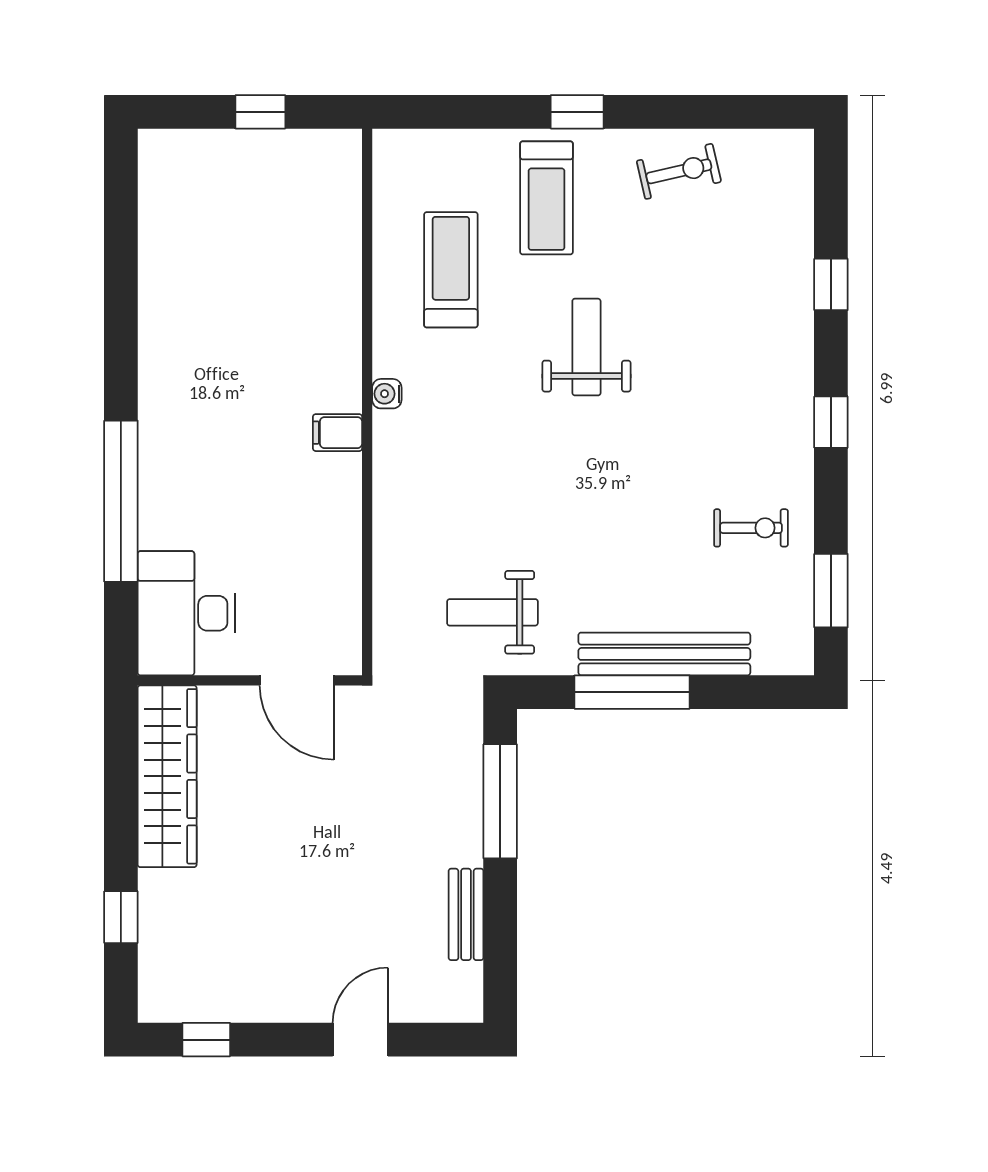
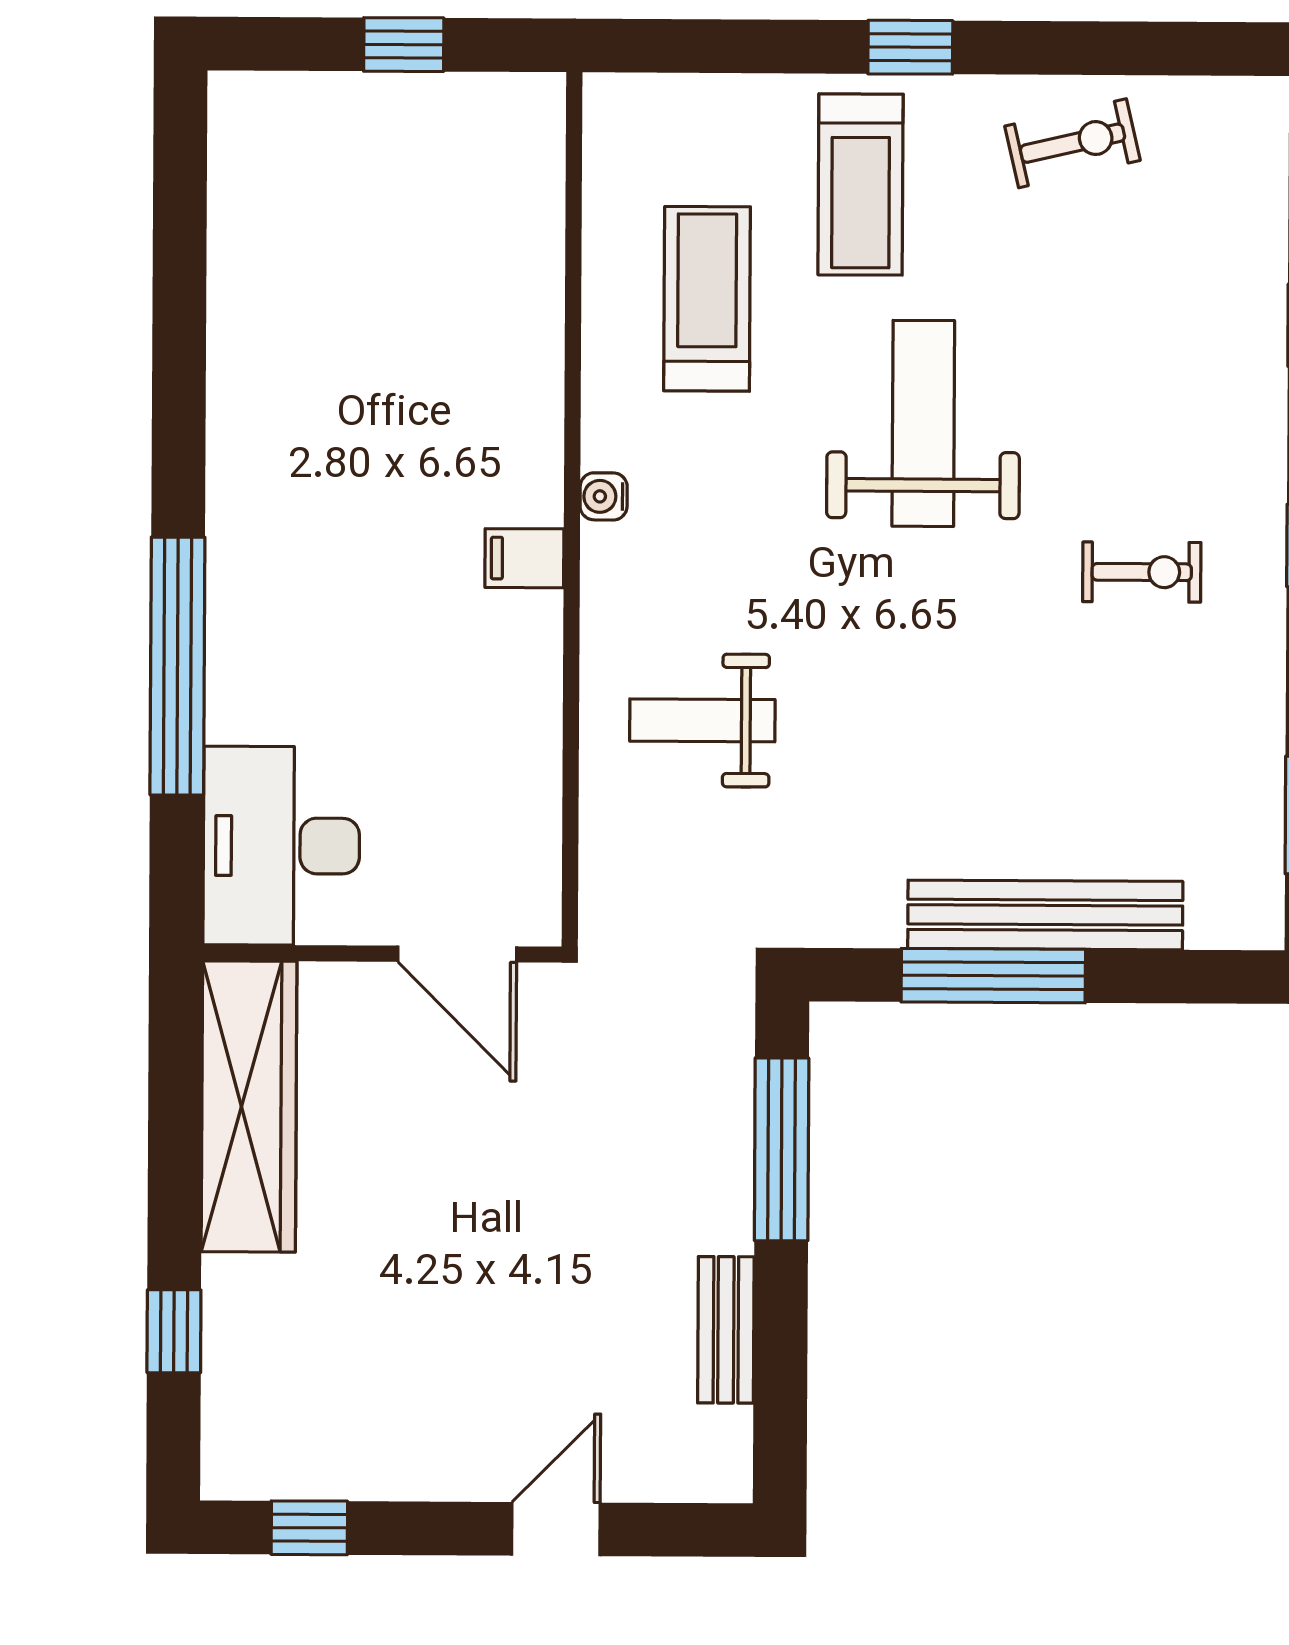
weight bench: (586, 347) -> (923, 423), width x1.36, depth x1.33
exercise bike: (751, 528) -> (1142, 572), moved
weight bench: (492, 612) -> (702, 720), moved

